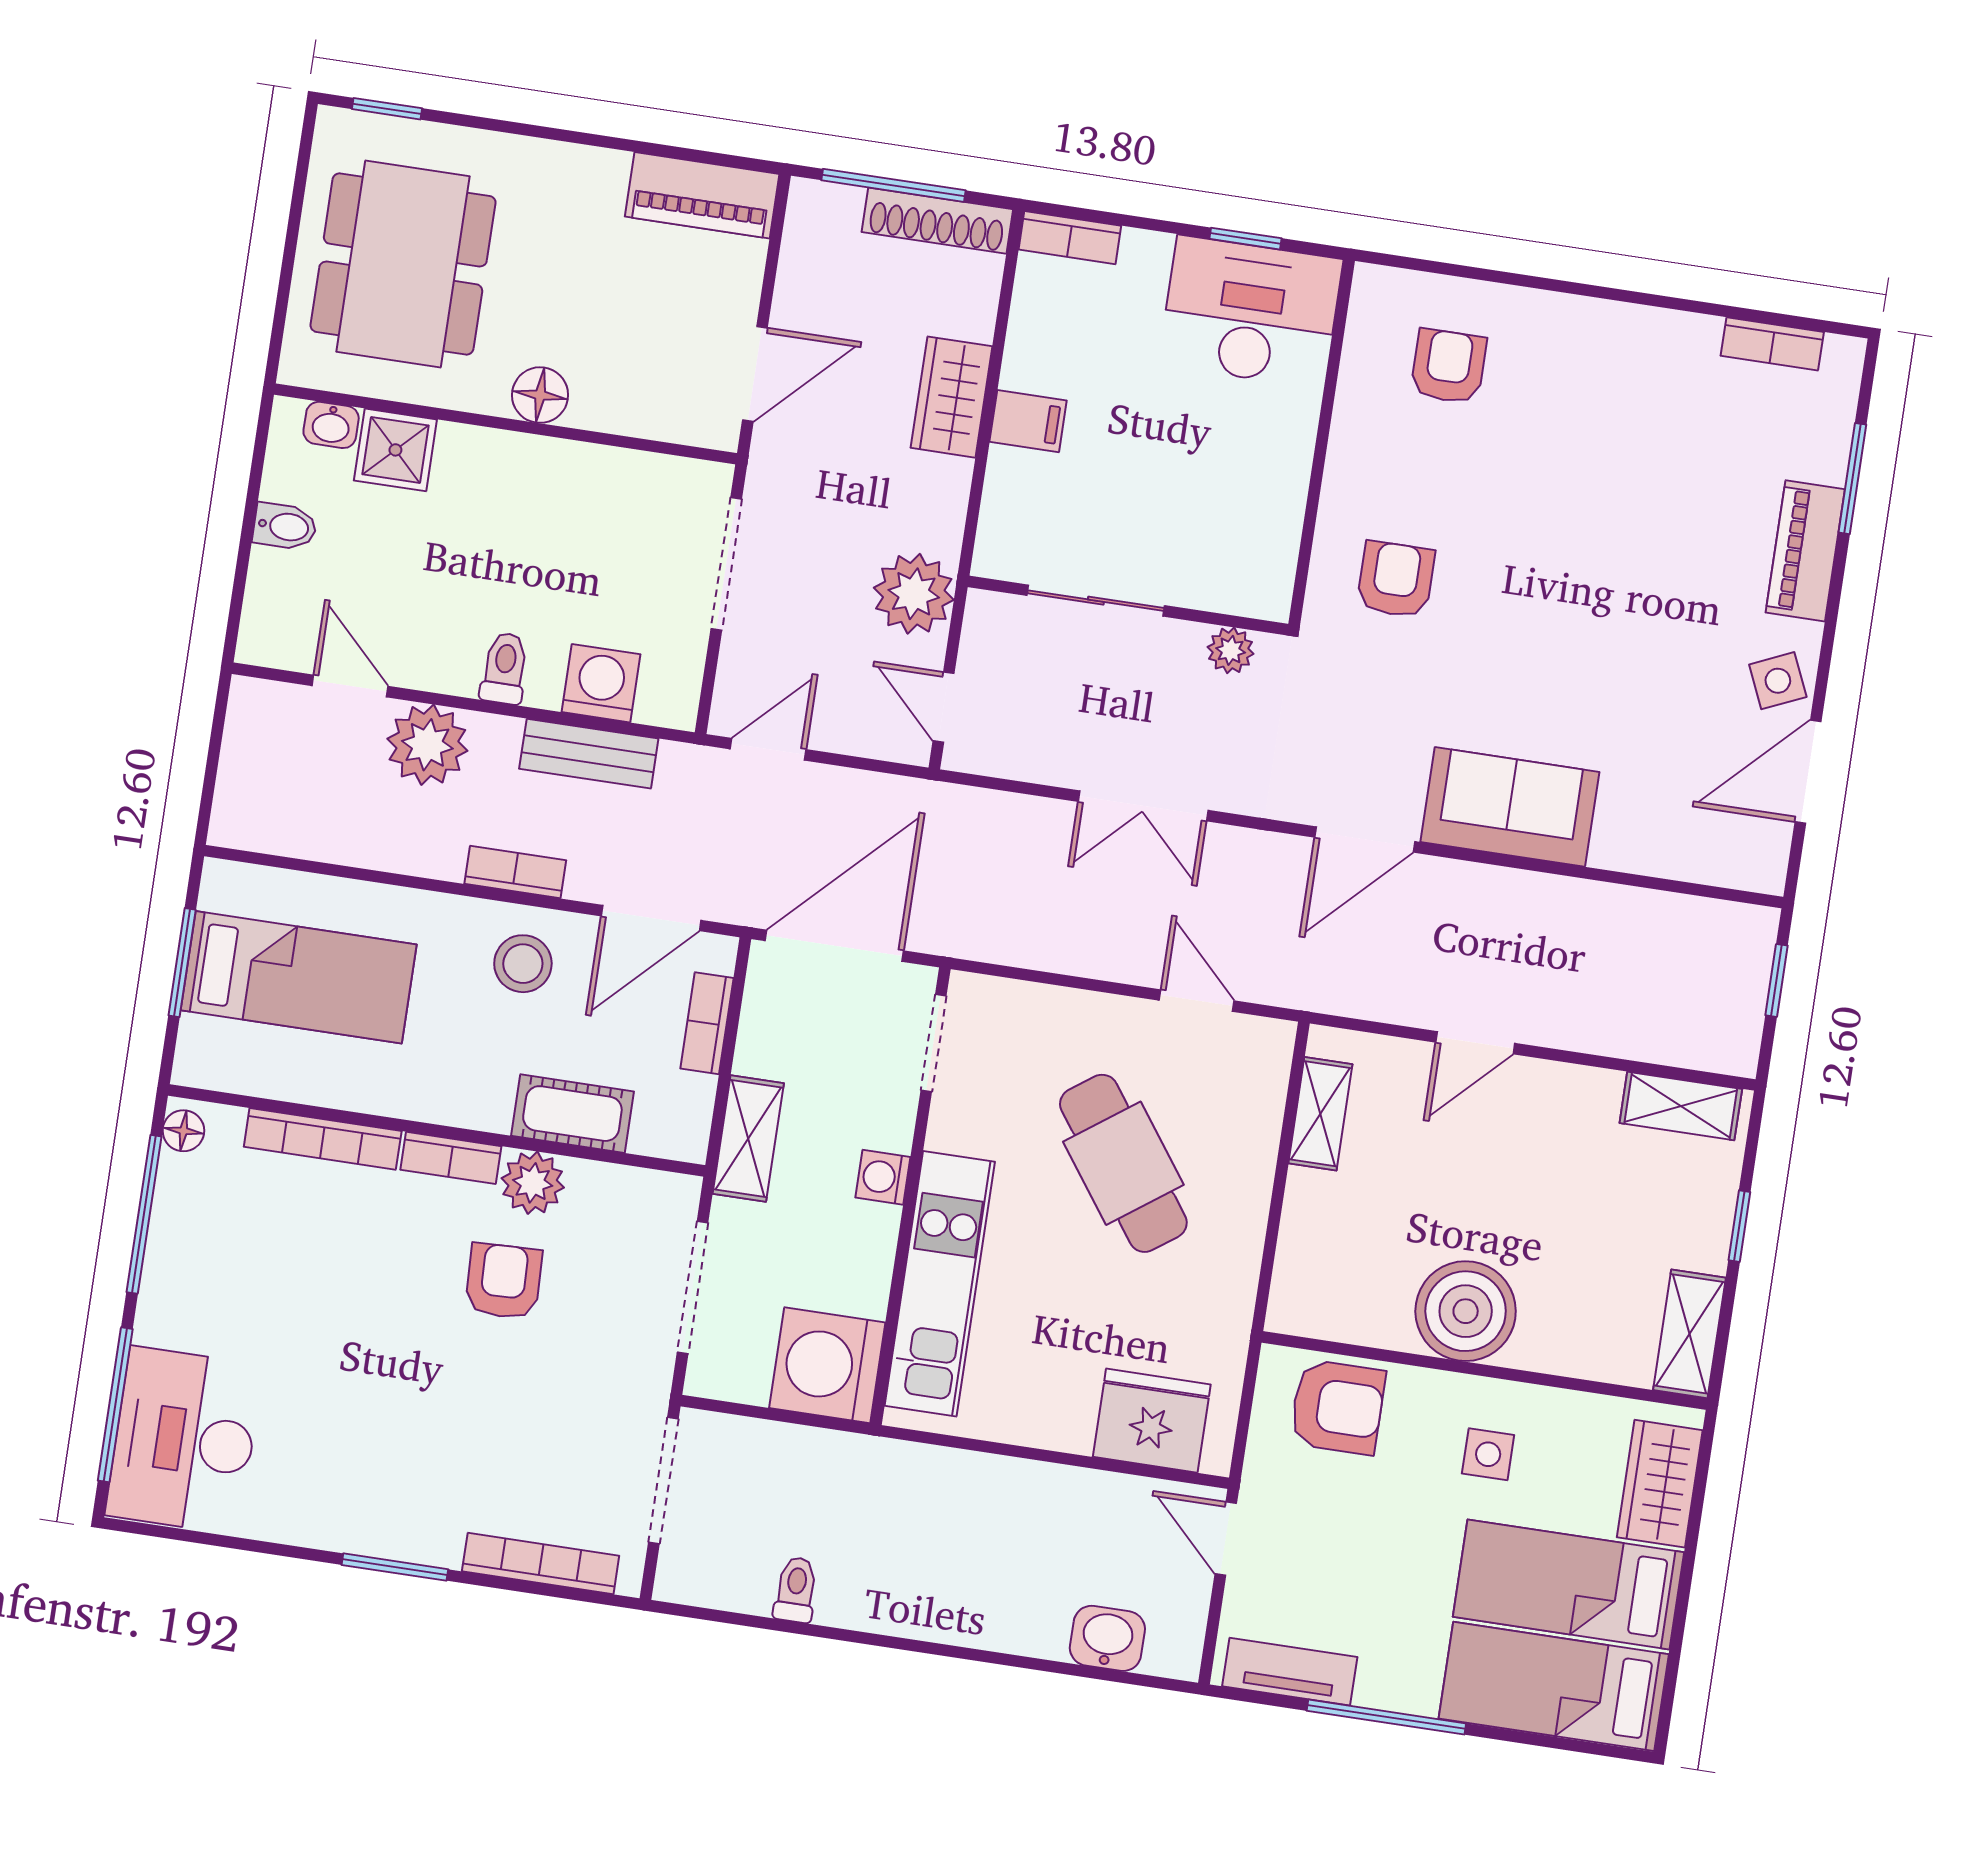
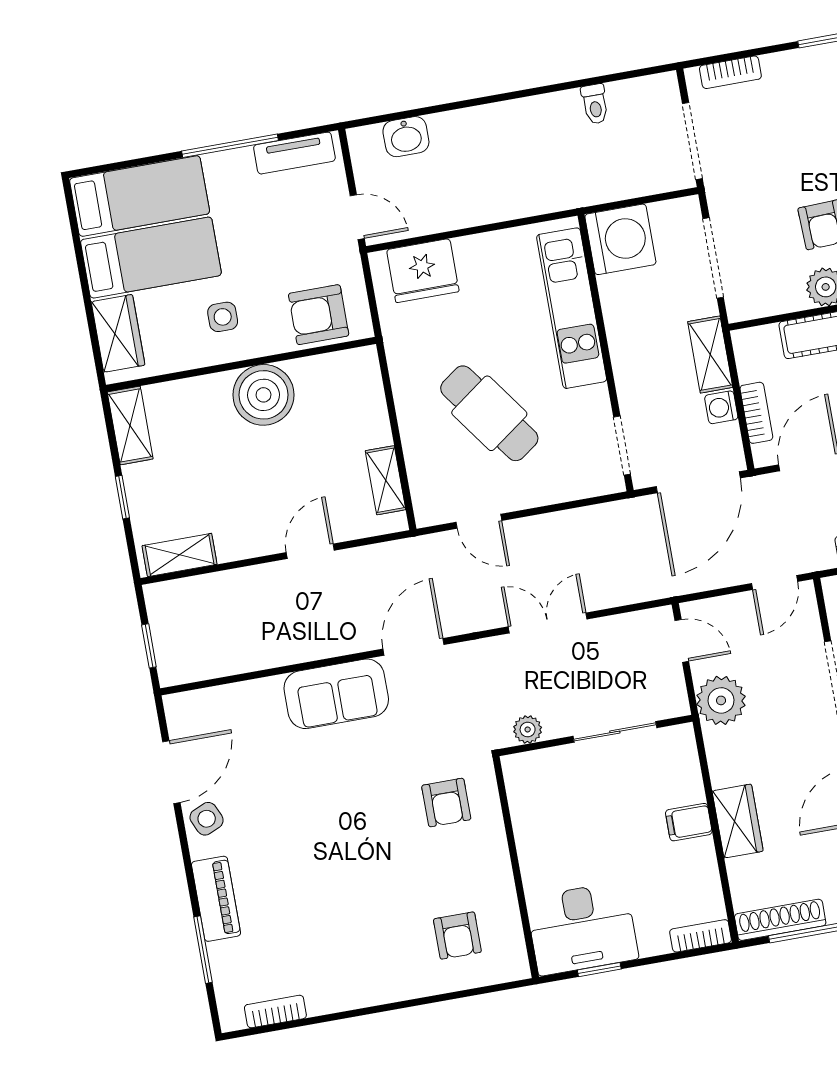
washing machine: (883, 1177) -> (721, 407), moved, turned 180
bookcase: (541, 1563) -> (730, 72), width x0.64

